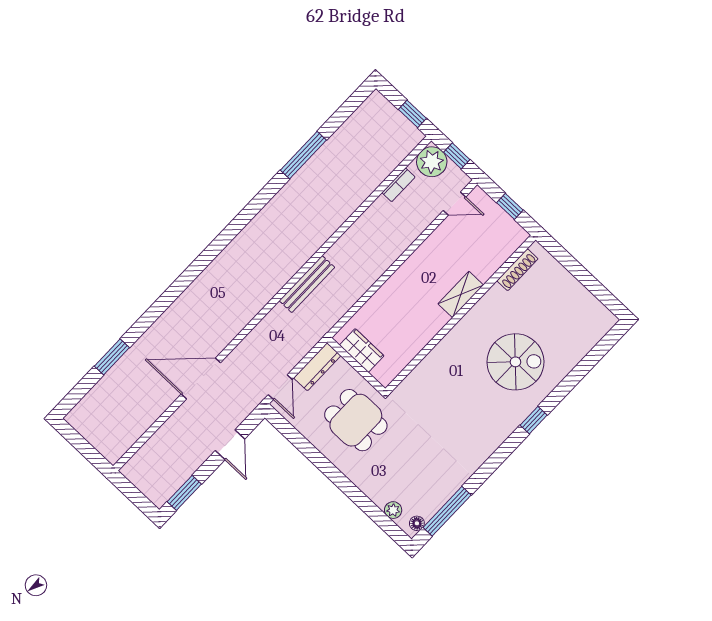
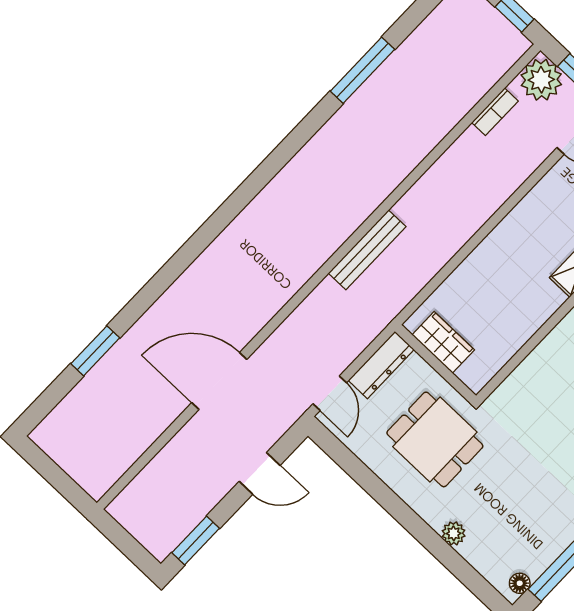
door: (230, 445) -> (260, 473), hinge flipped
plant: (393, 510) -> (454, 533), moved

